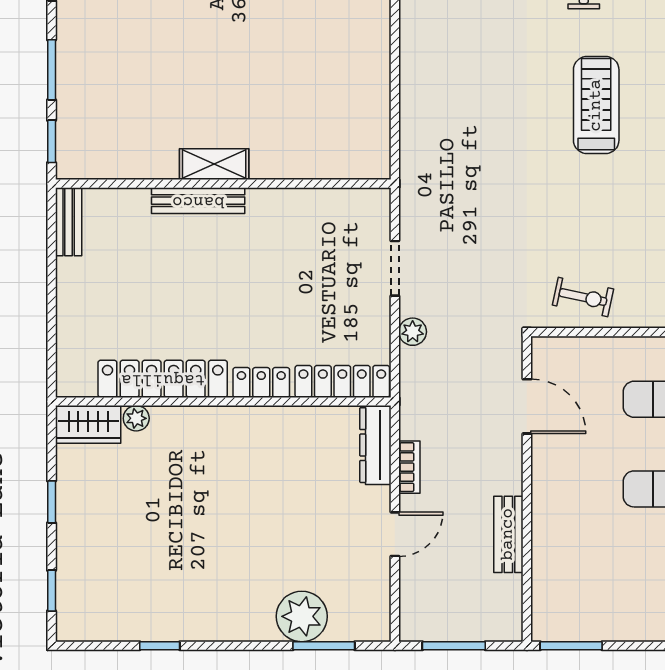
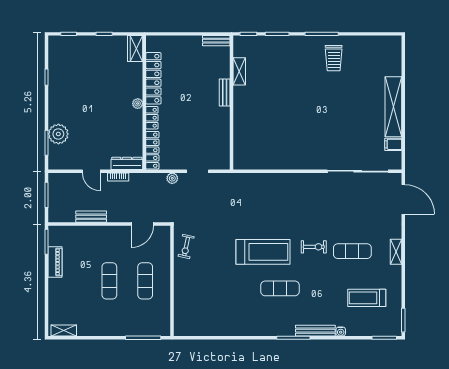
treadmill: (596, 105) -> (263, 252), width x1.37, depth x1.38
shelving: (214, 164) -> (239, 71), moved
bench: (198, 201) -> (225, 93), width x0.73
plant: (136, 418) -> (138, 104), moved
piano: (622, 625) -> (55, 262), added

